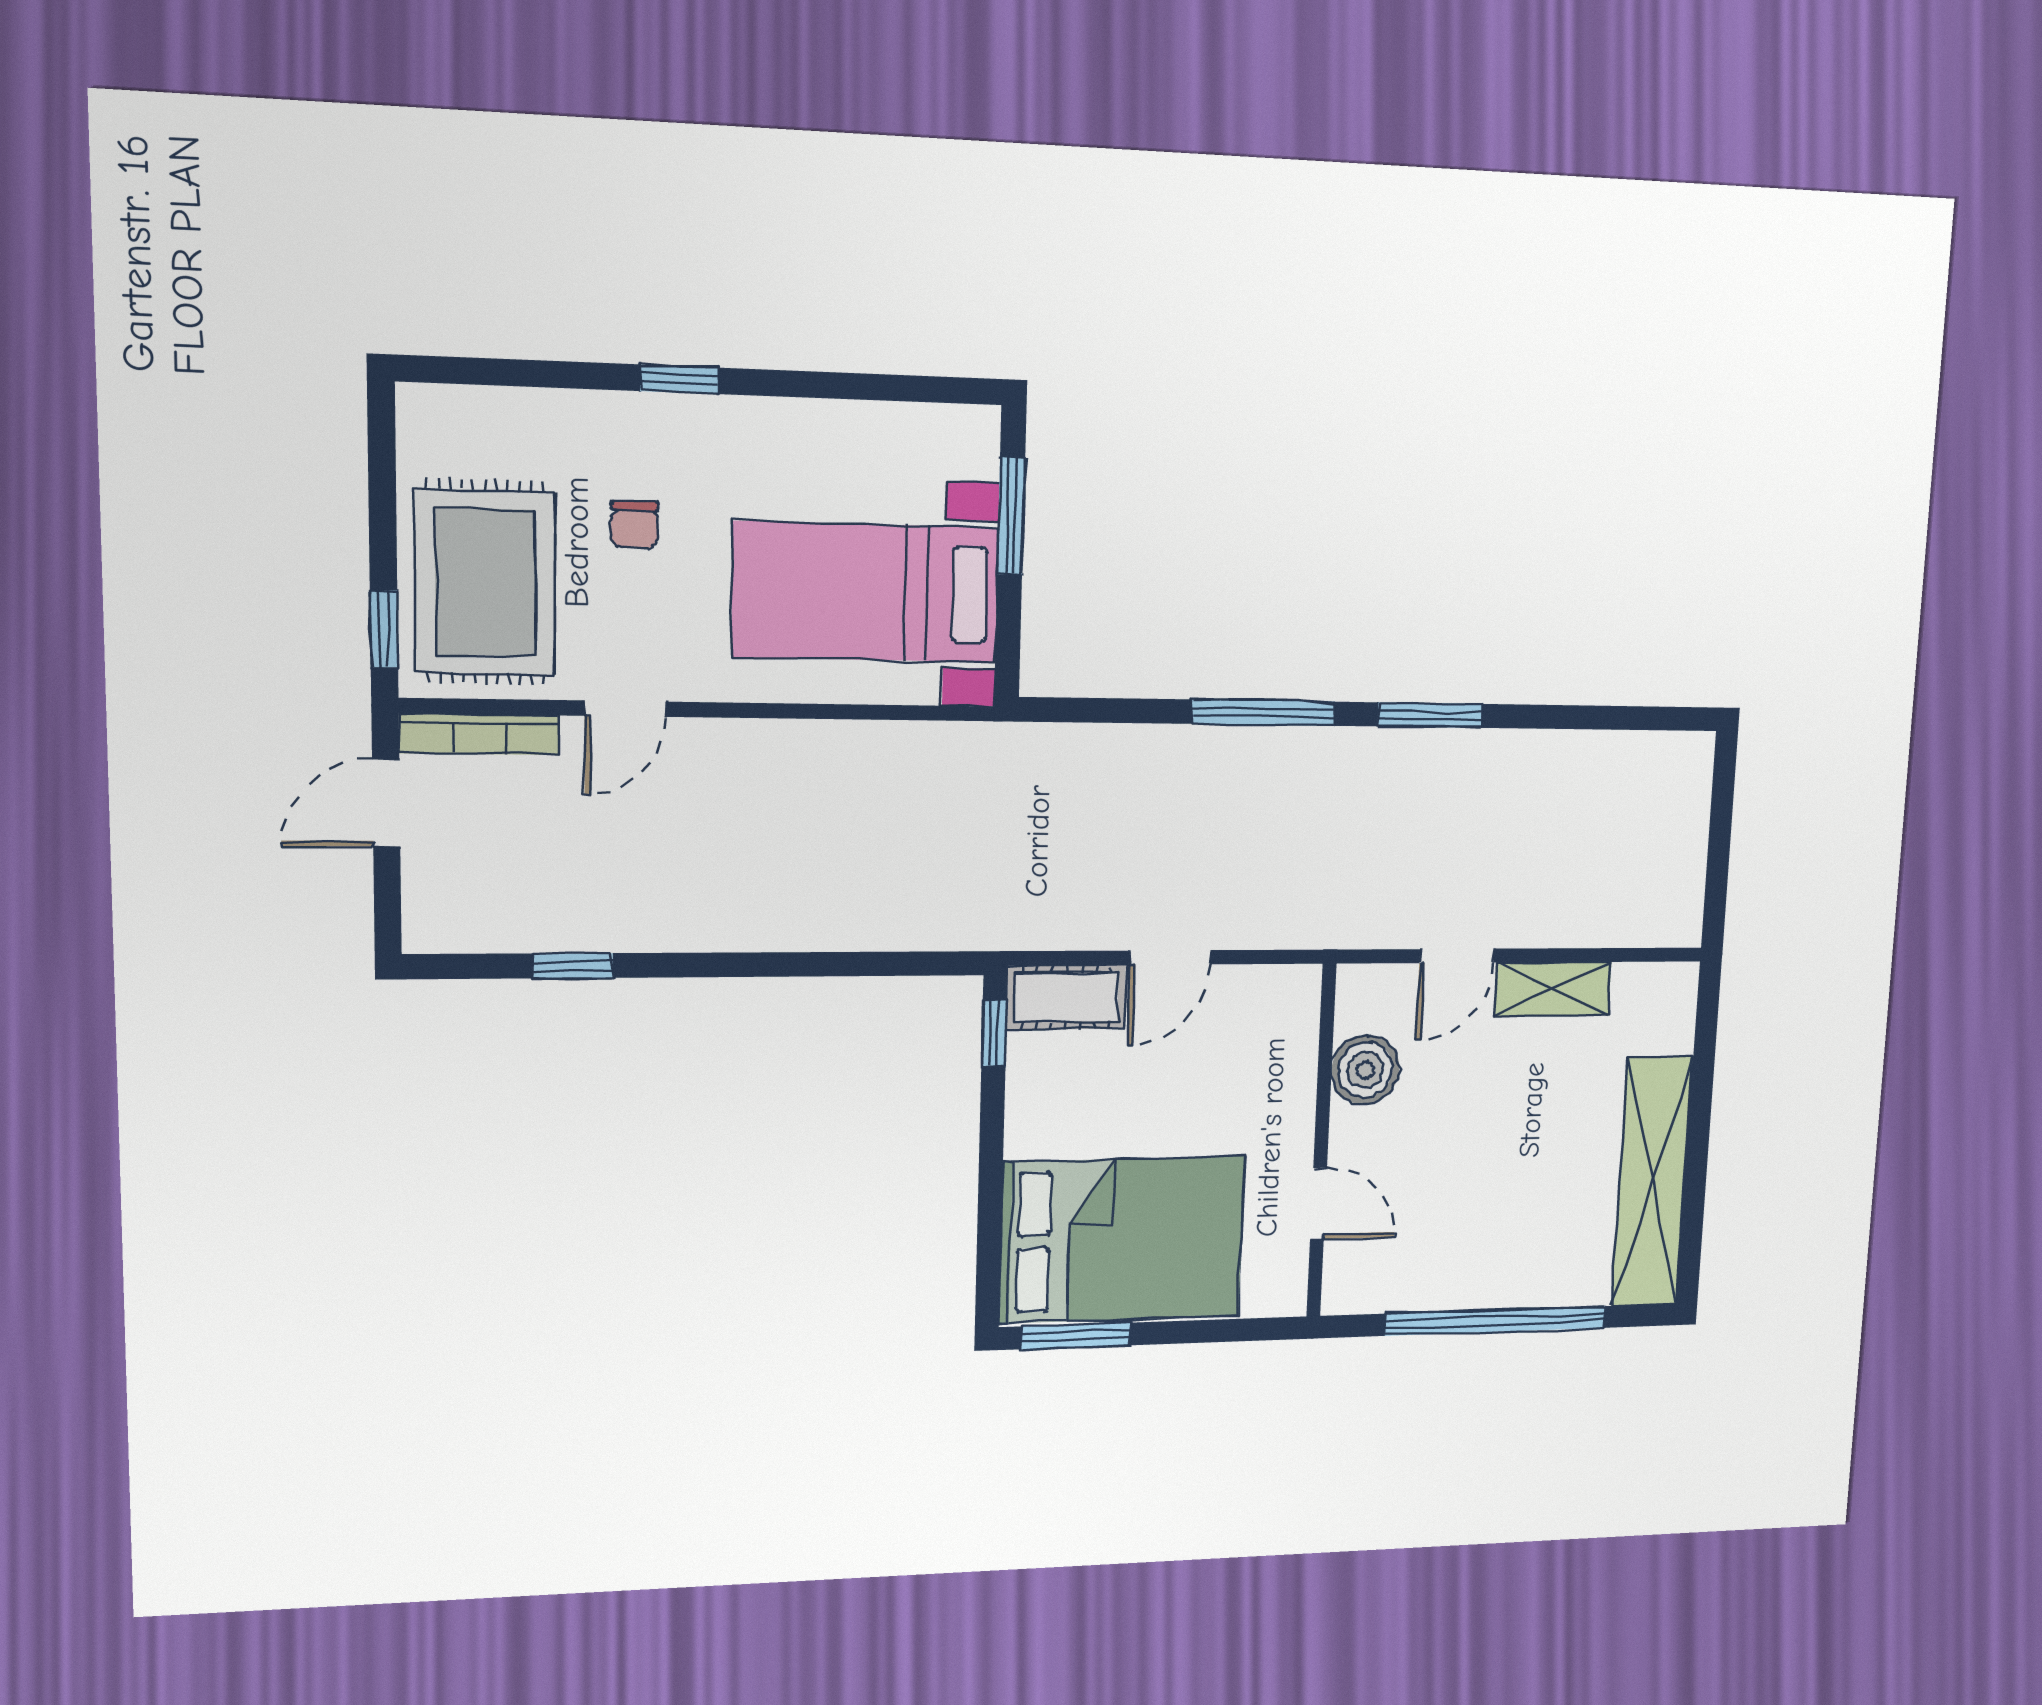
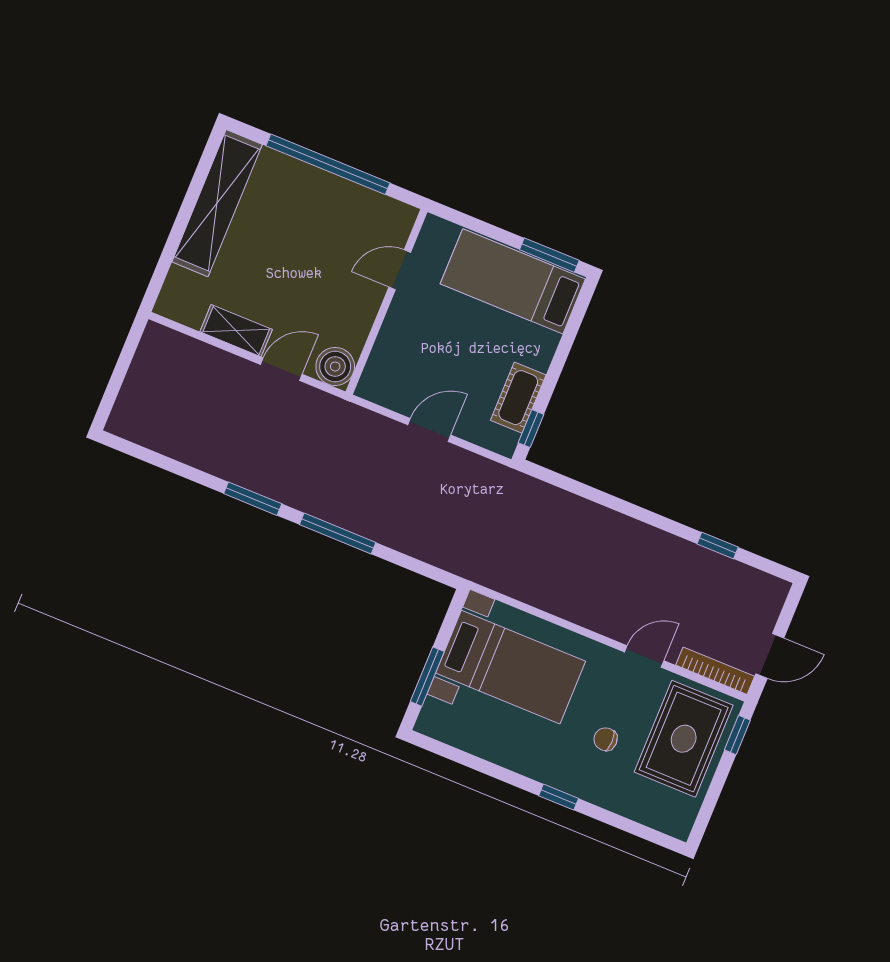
chair: (635, 525) -> (605, 739), turned -90
cot: (1066, 997) -> (518, 398), moved, turned 90
boiler: (1365, 1070) -> (335, 366), moved
door: (1318, 1204) -> (400, 270), hinge flipped
bed: (1122, 1240) -> (513, 281), width x0.67

